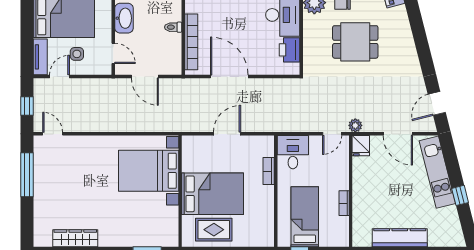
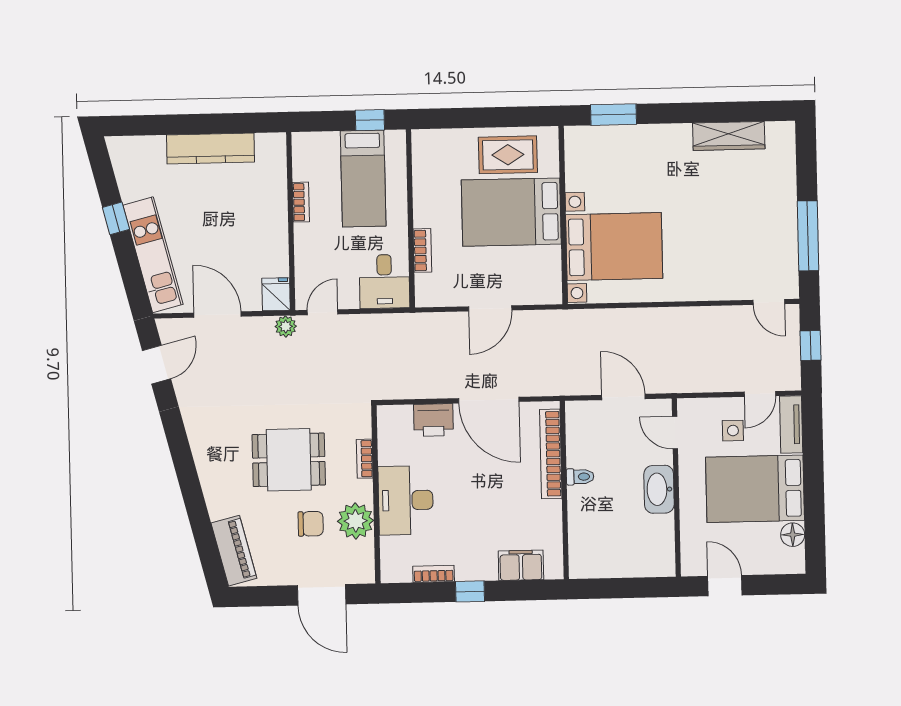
bookcase: (308, 42) -> (365, 459), added
printer: (290, 50) -> (433, 420), moved, turned 90

